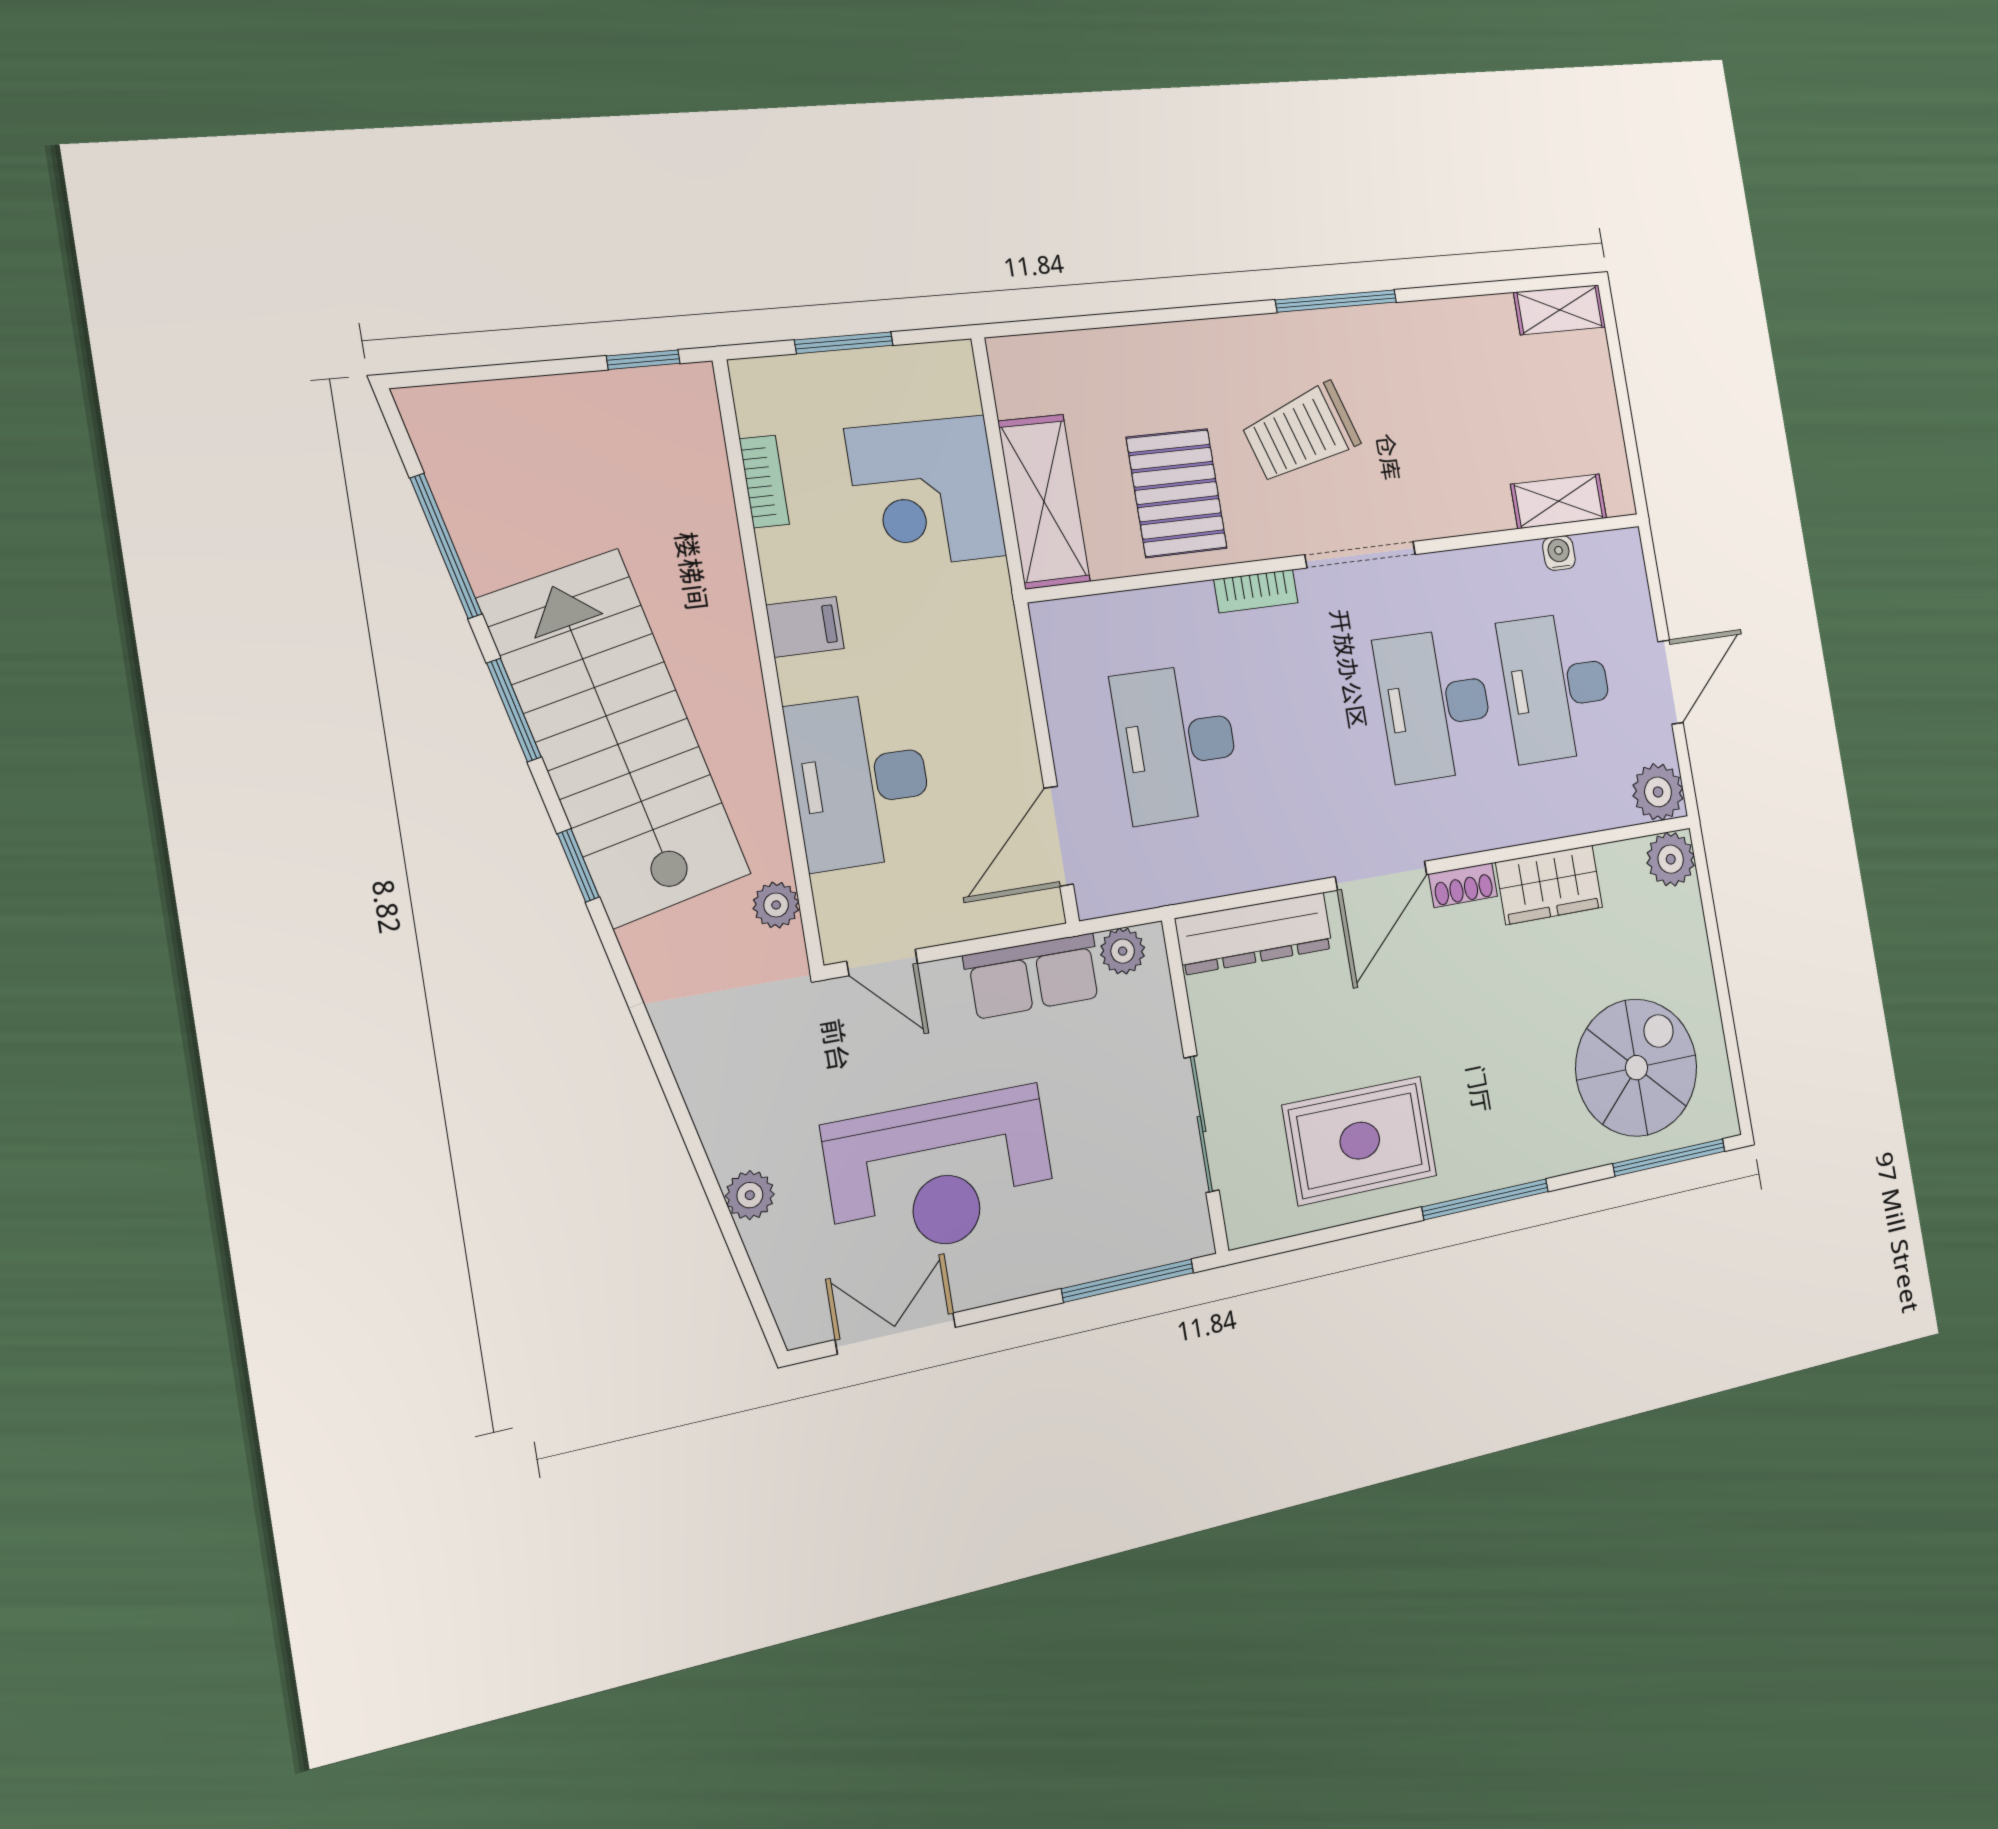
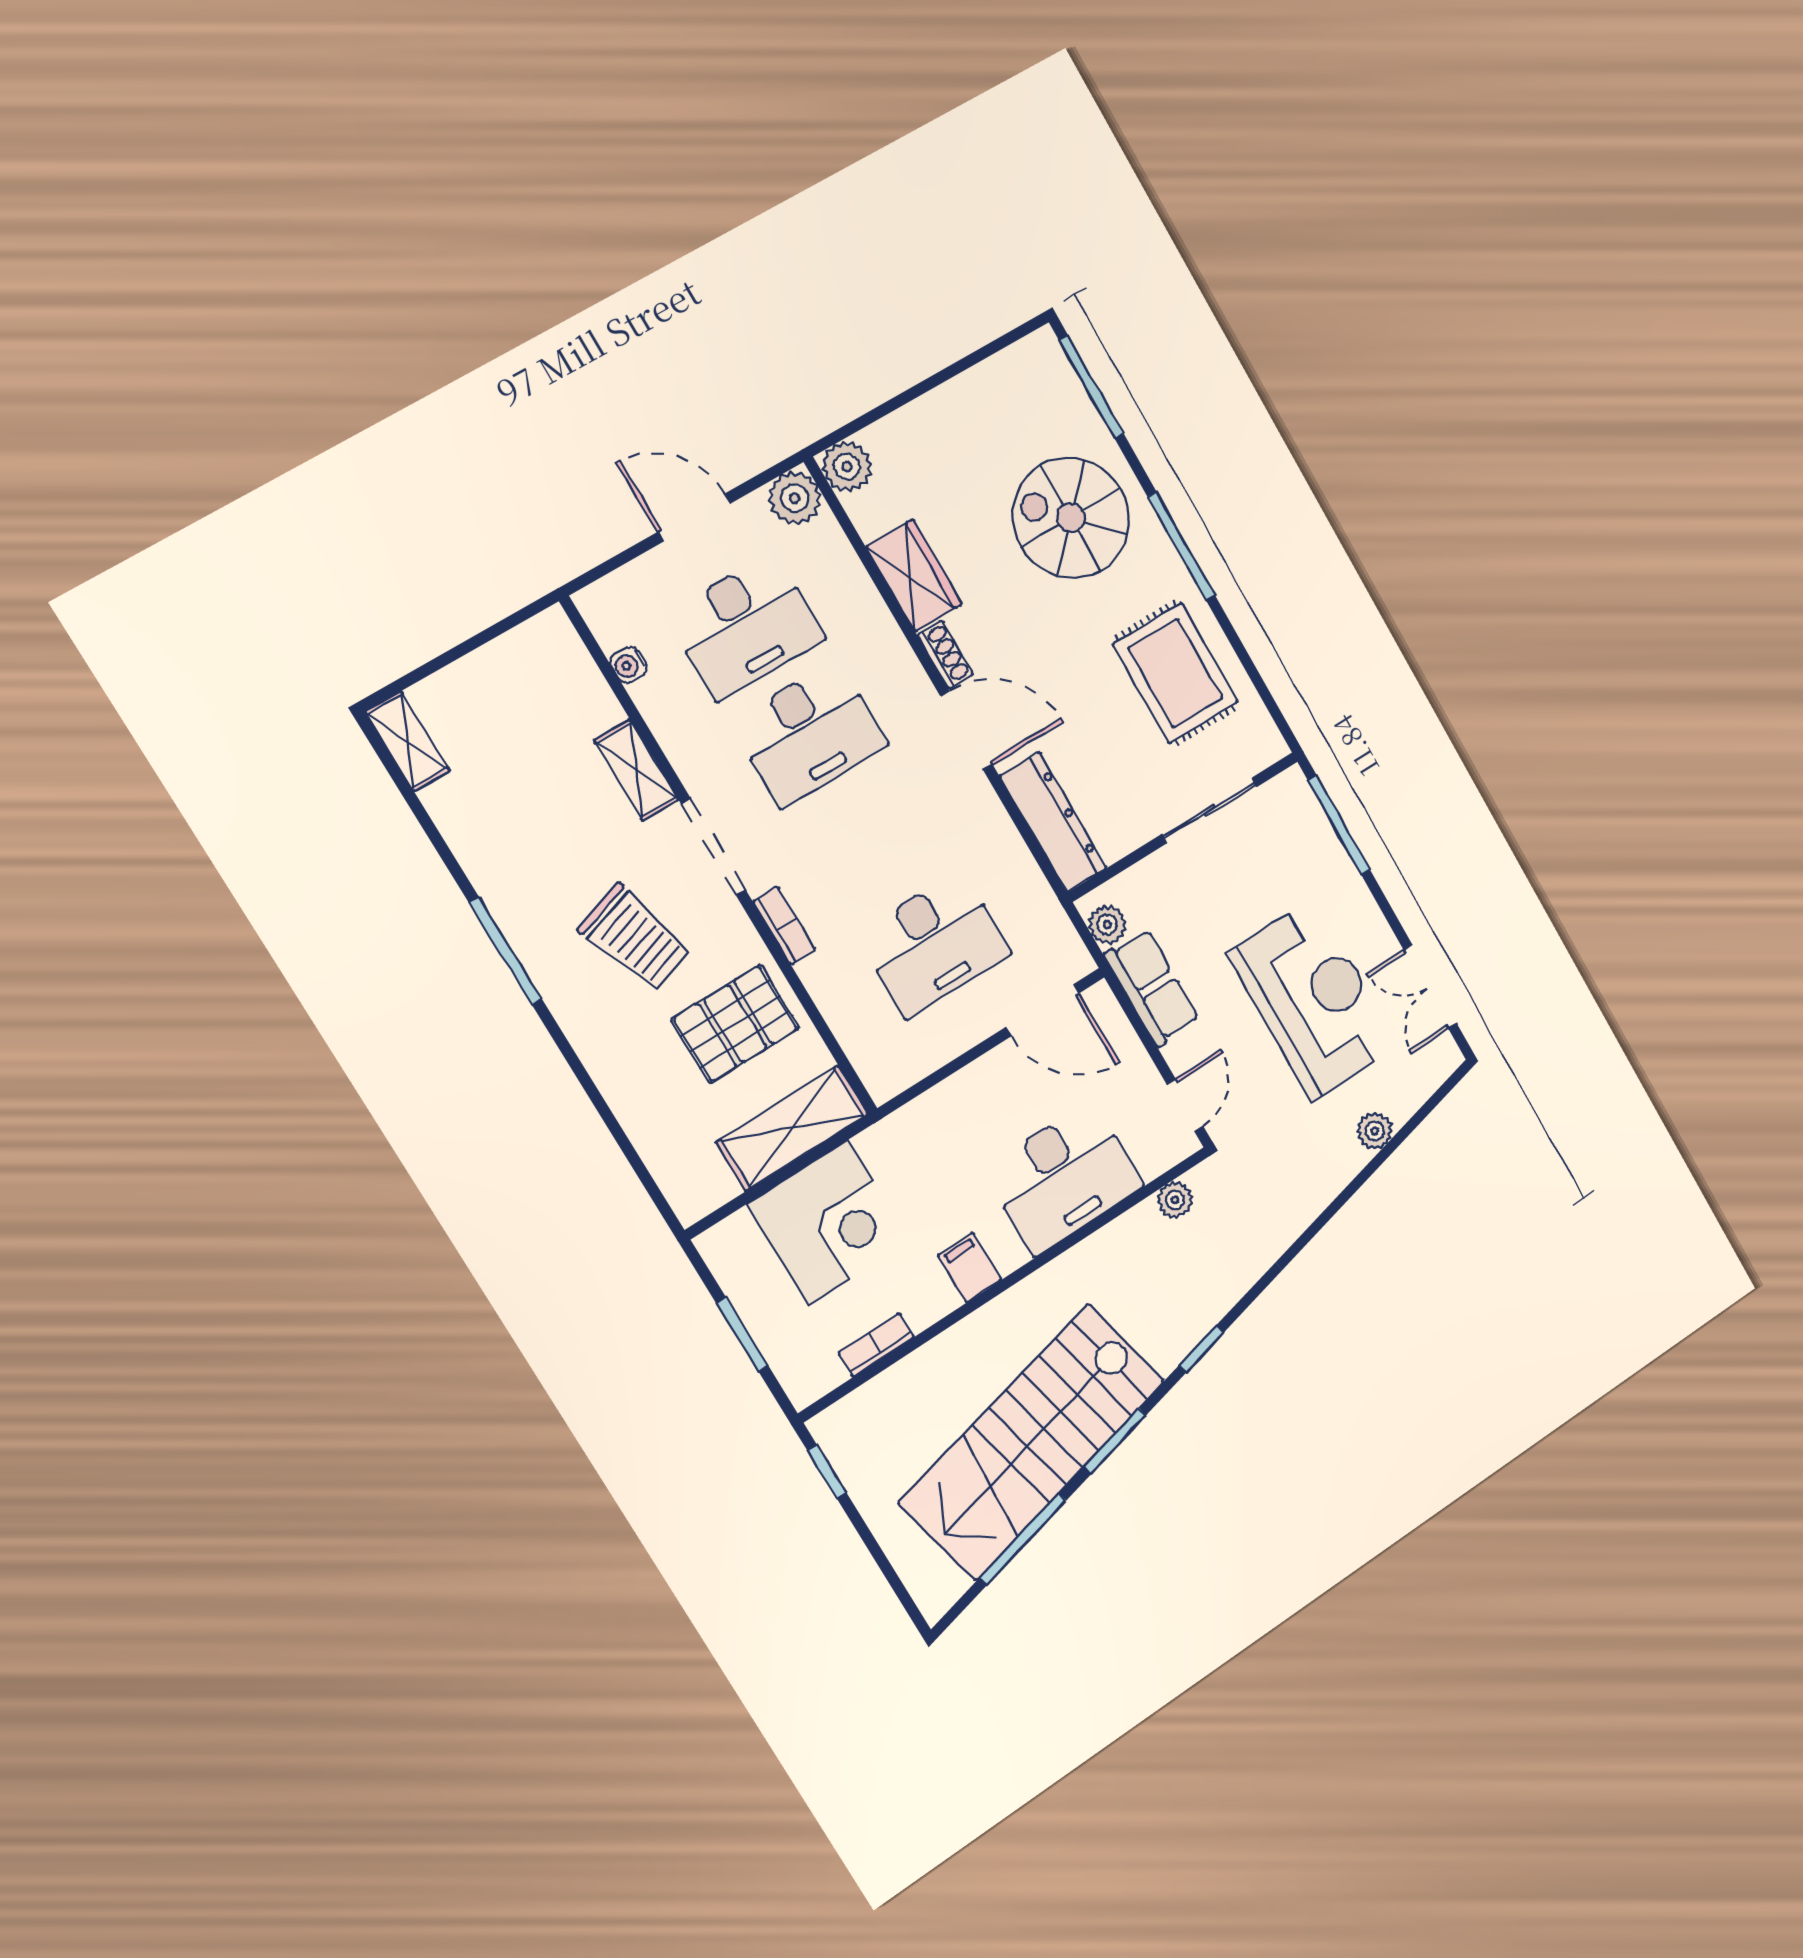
shelving: (1559, 501) -> (636, 770), moved
stairs: (615, 738) -> (1032, 1442), moved
spiral stairs: (1637, 1068) -> (1071, 518), moved

